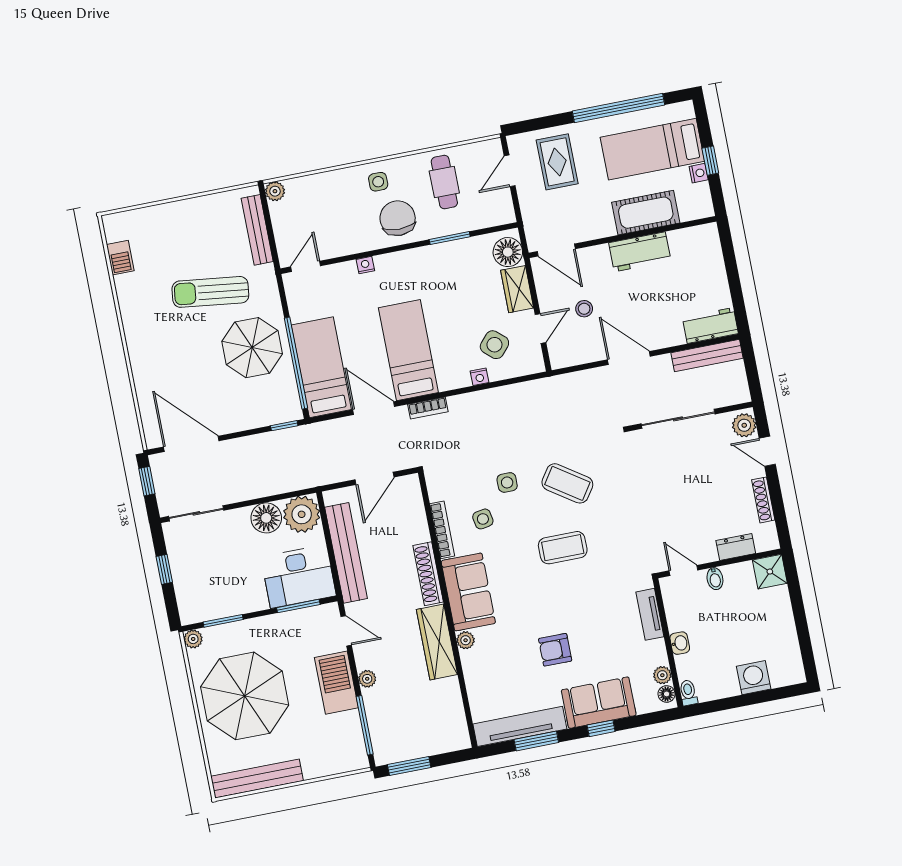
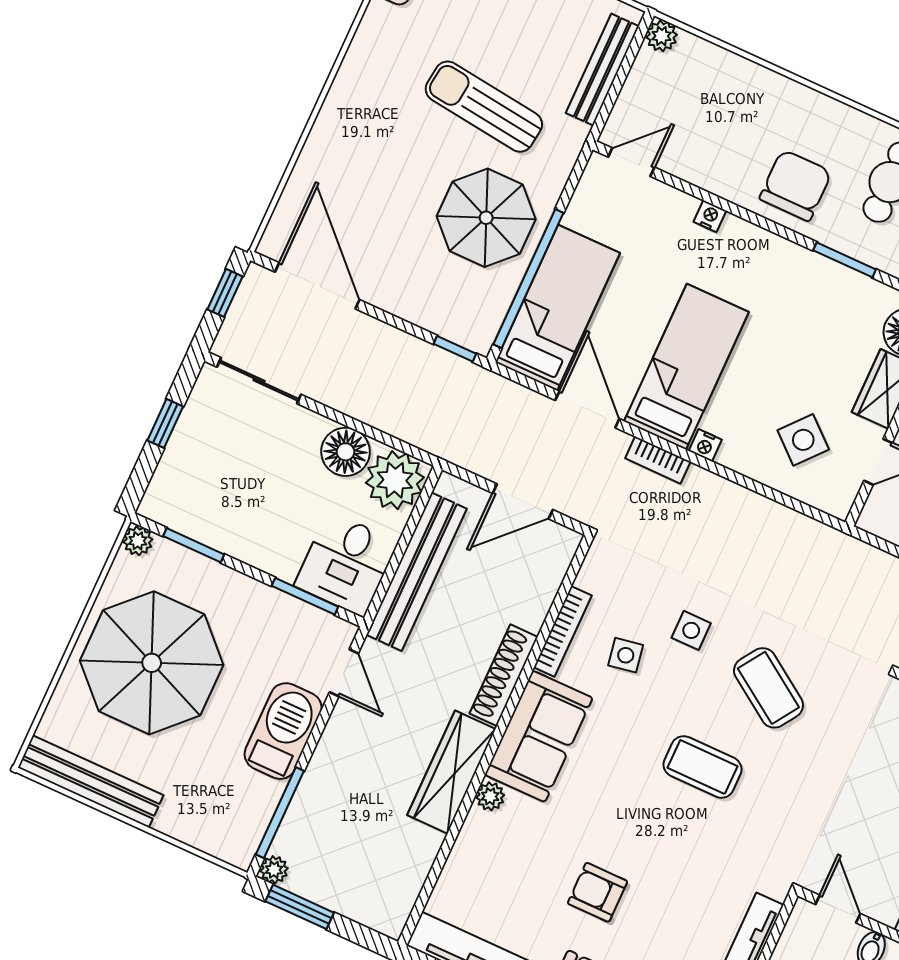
side table: (378, 182) -> (804, 120), removed
nightstand: (480, 377) -> (705, 445), moved
desk: (299, 576) -> (346, 564), width x0.73
plant: (367, 679) -> (274, 870), moved

